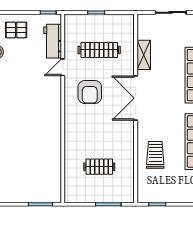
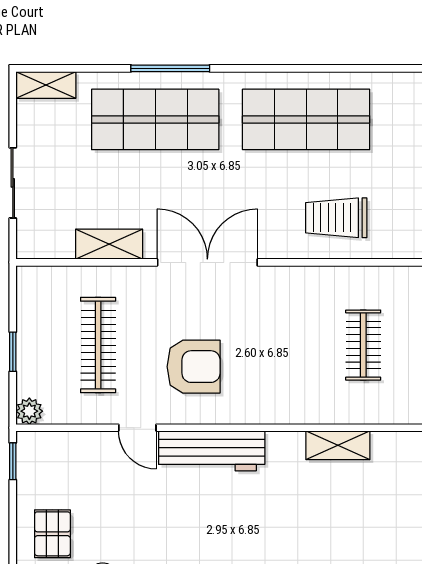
plant: (70, 20) -> (29, 411), added
workbench: (53, 41) -> (212, 451), moved, width x1.38
double door: (136, 98) -> (207, 262), swing flipped
shelving: (55, 156) -> (338, 445), added

